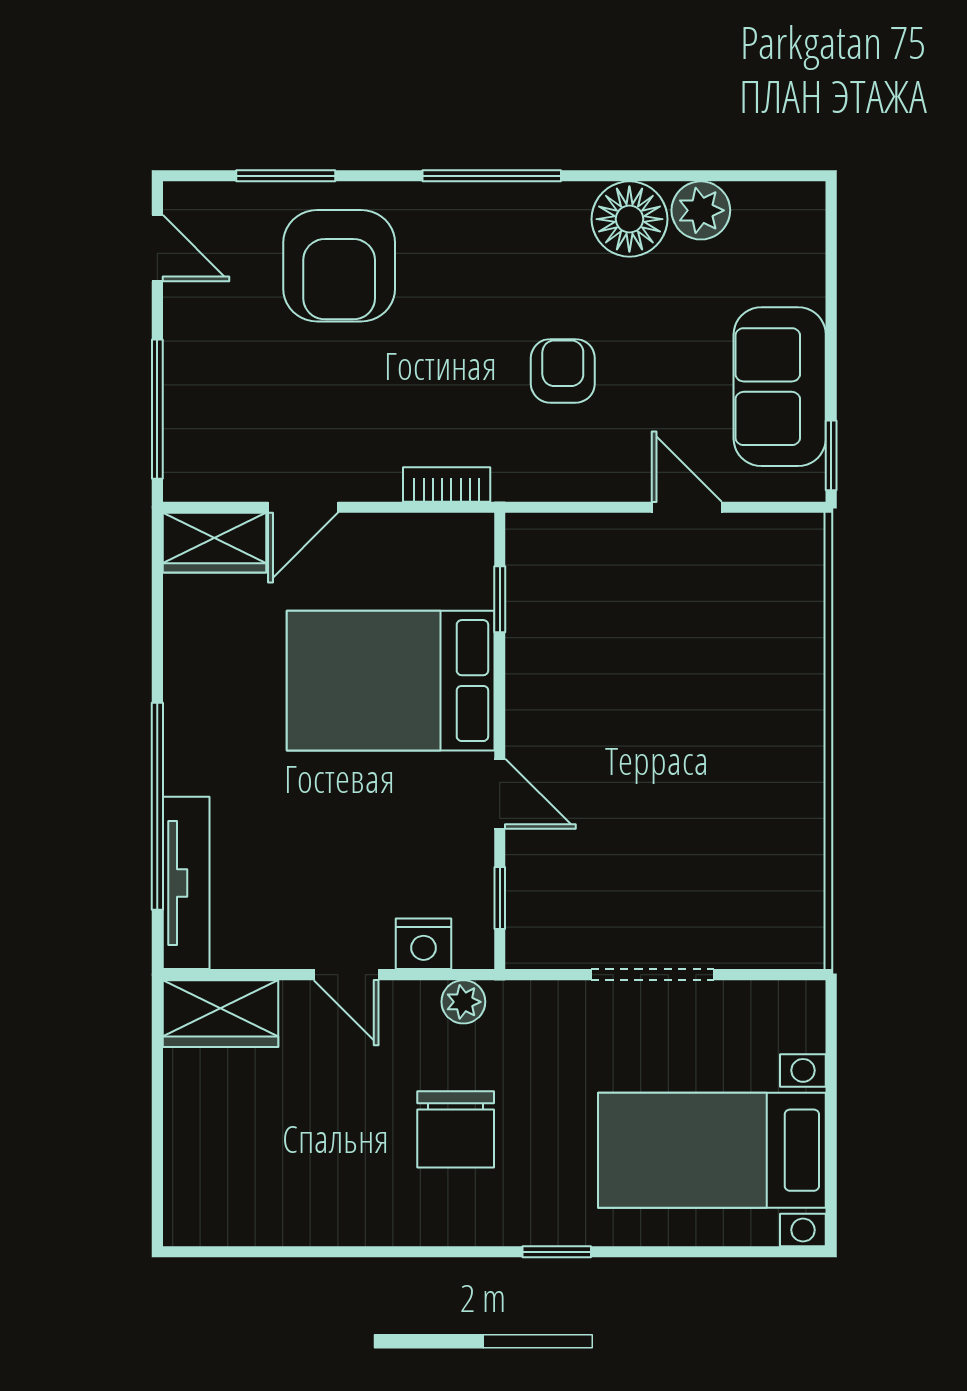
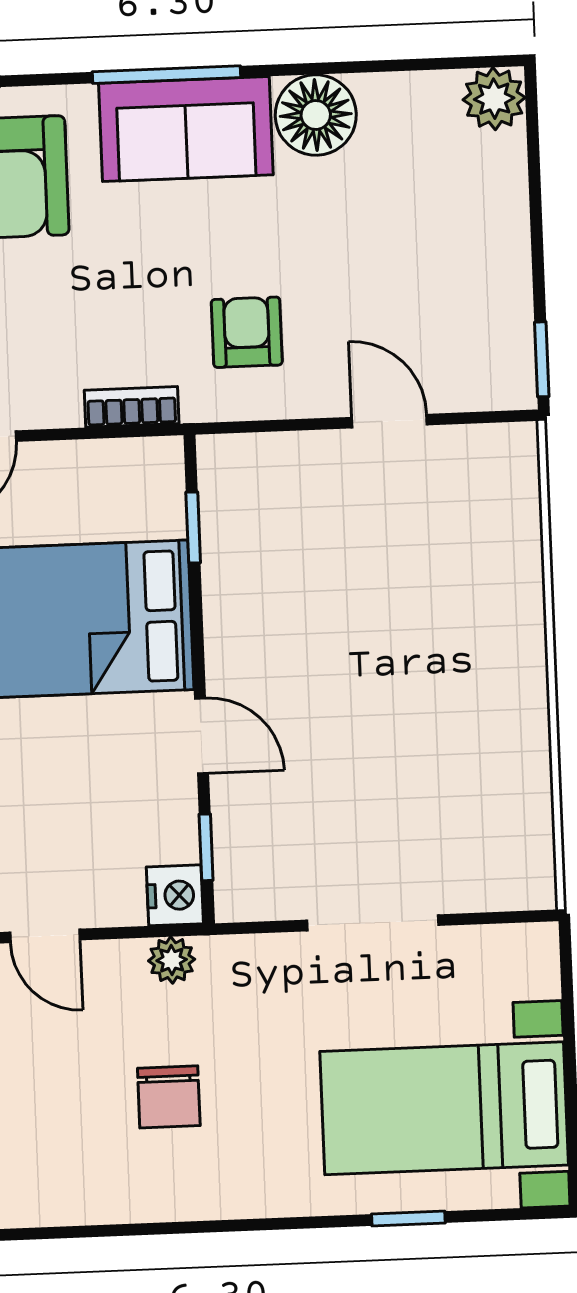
plant: (701, 210) -> (494, 99), moved
armchair: (563, 371) -> (247, 332), moved
sofa: (780, 387) -> (186, 129), moved, turned -90
nightstand: (424, 944) -> (175, 895), moved, turned -90
chair: (456, 1129) -> (169, 1097), width x0.73, depth x0.73
window: (557, 1252) -> (408, 1218), moved

